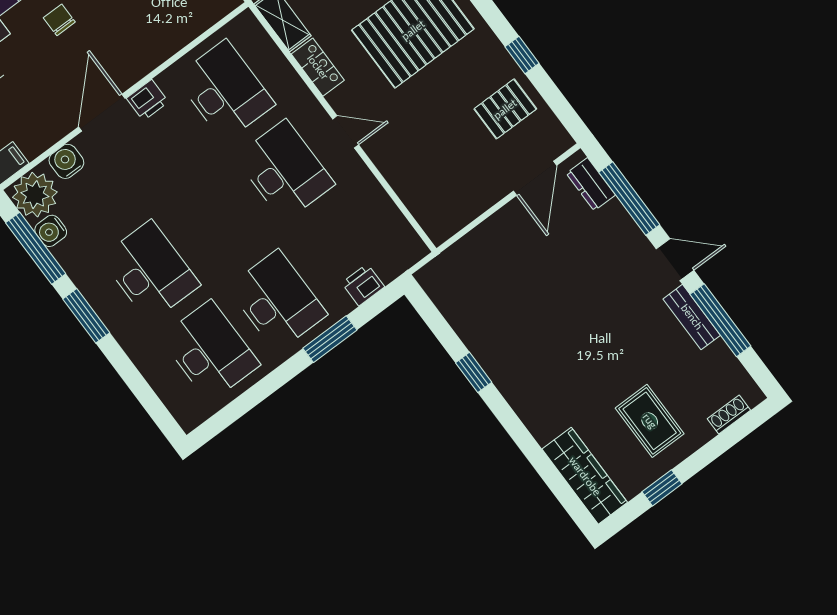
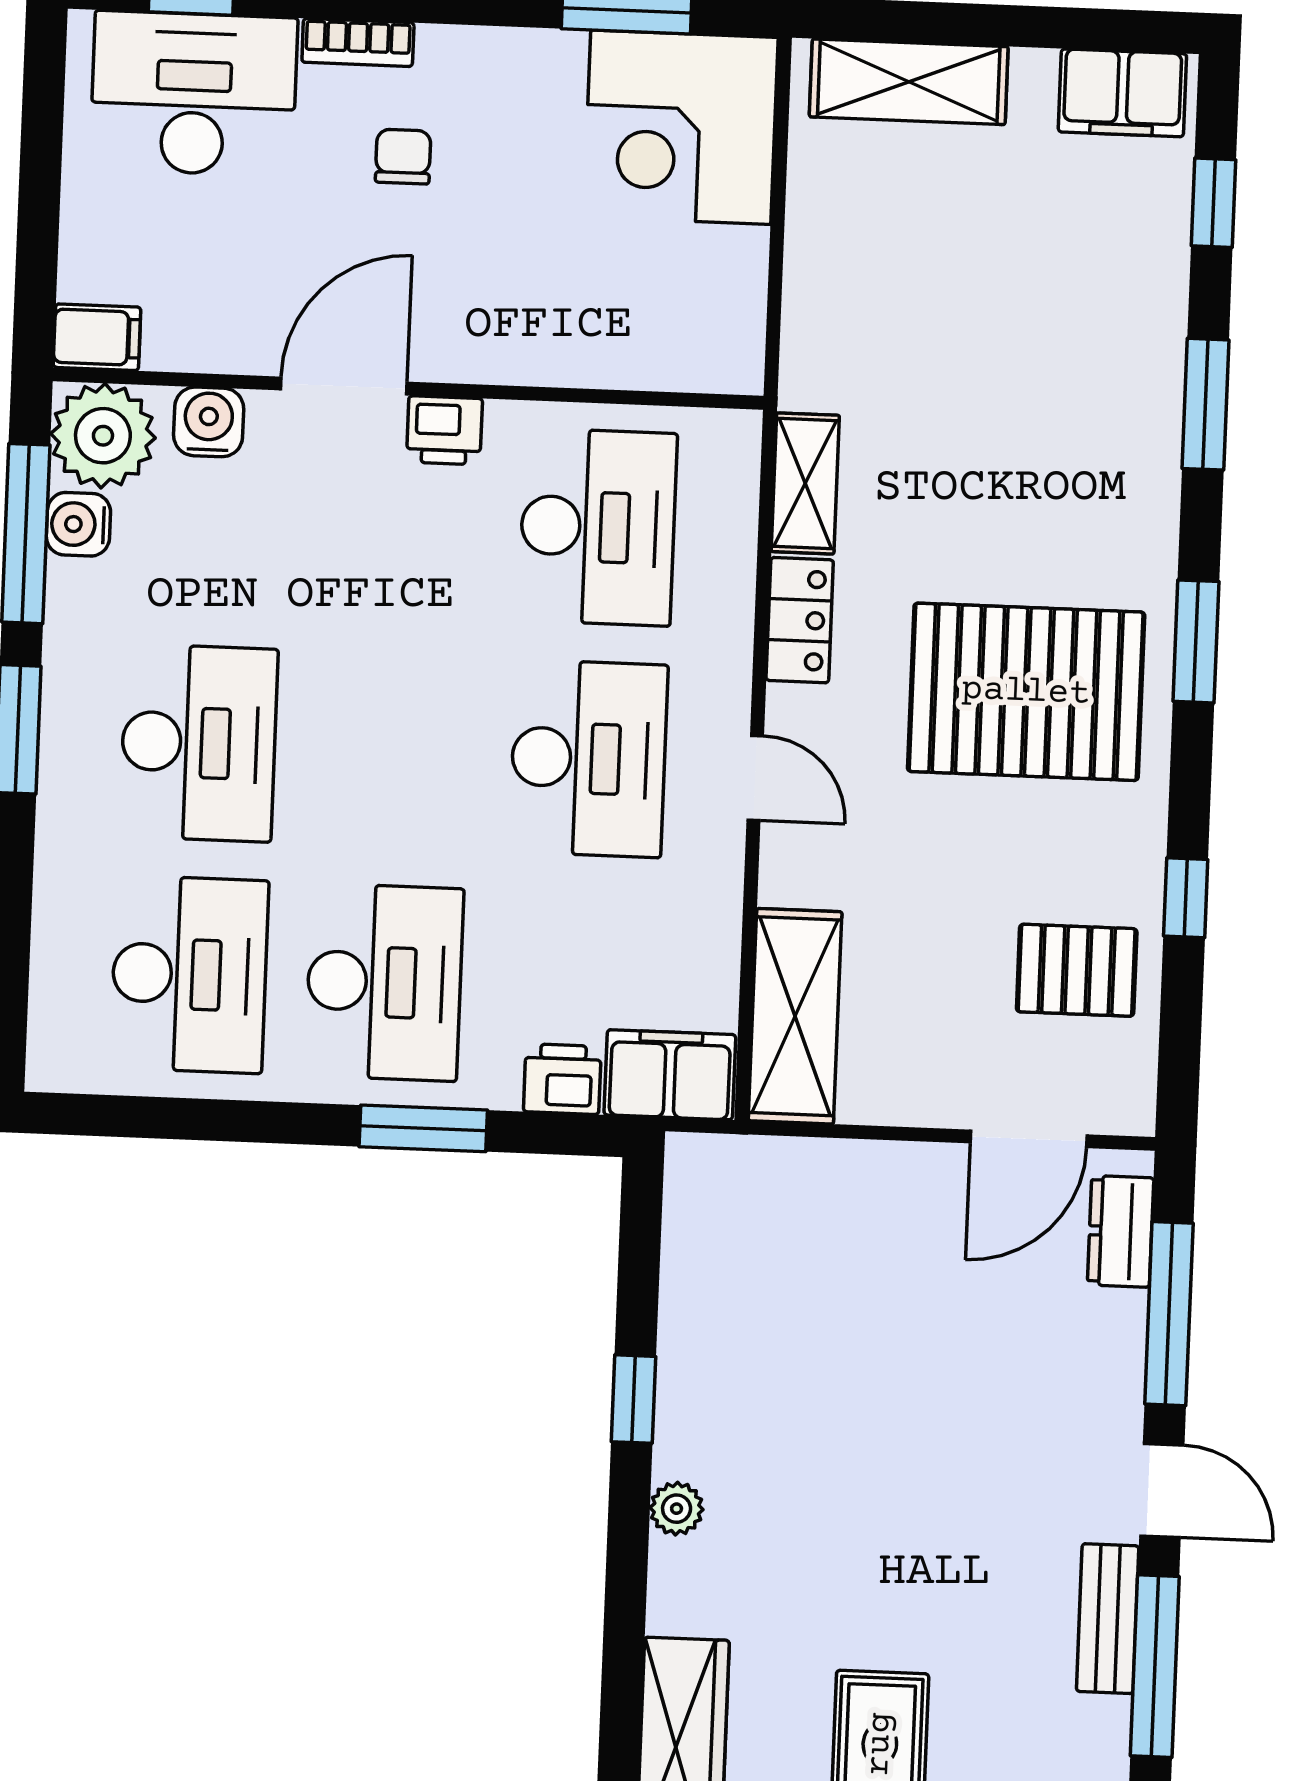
shelving: (424, 201) -> (795, 1016), added
filing cabinet: (398, 254) -> (670, 1075), added
plant: (518, 397) -> (677, 1509), added

